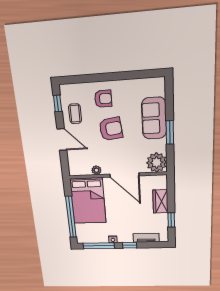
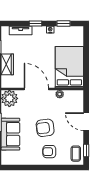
coffee table: (75, 114) -> (76, 154), moved
window: (71, 217) -> (86, 53), removed
window: (99, 246) -> (64, 24), width x0.46

